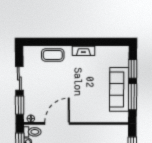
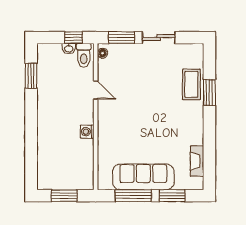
window: (59, 42) -> (209, 93), added
fireplace: (83, 51) -> (197, 161), moved
door: (57, 123) -> (96, 90), width x0.53
washing machine: (87, 129) -> (87, 132), added

